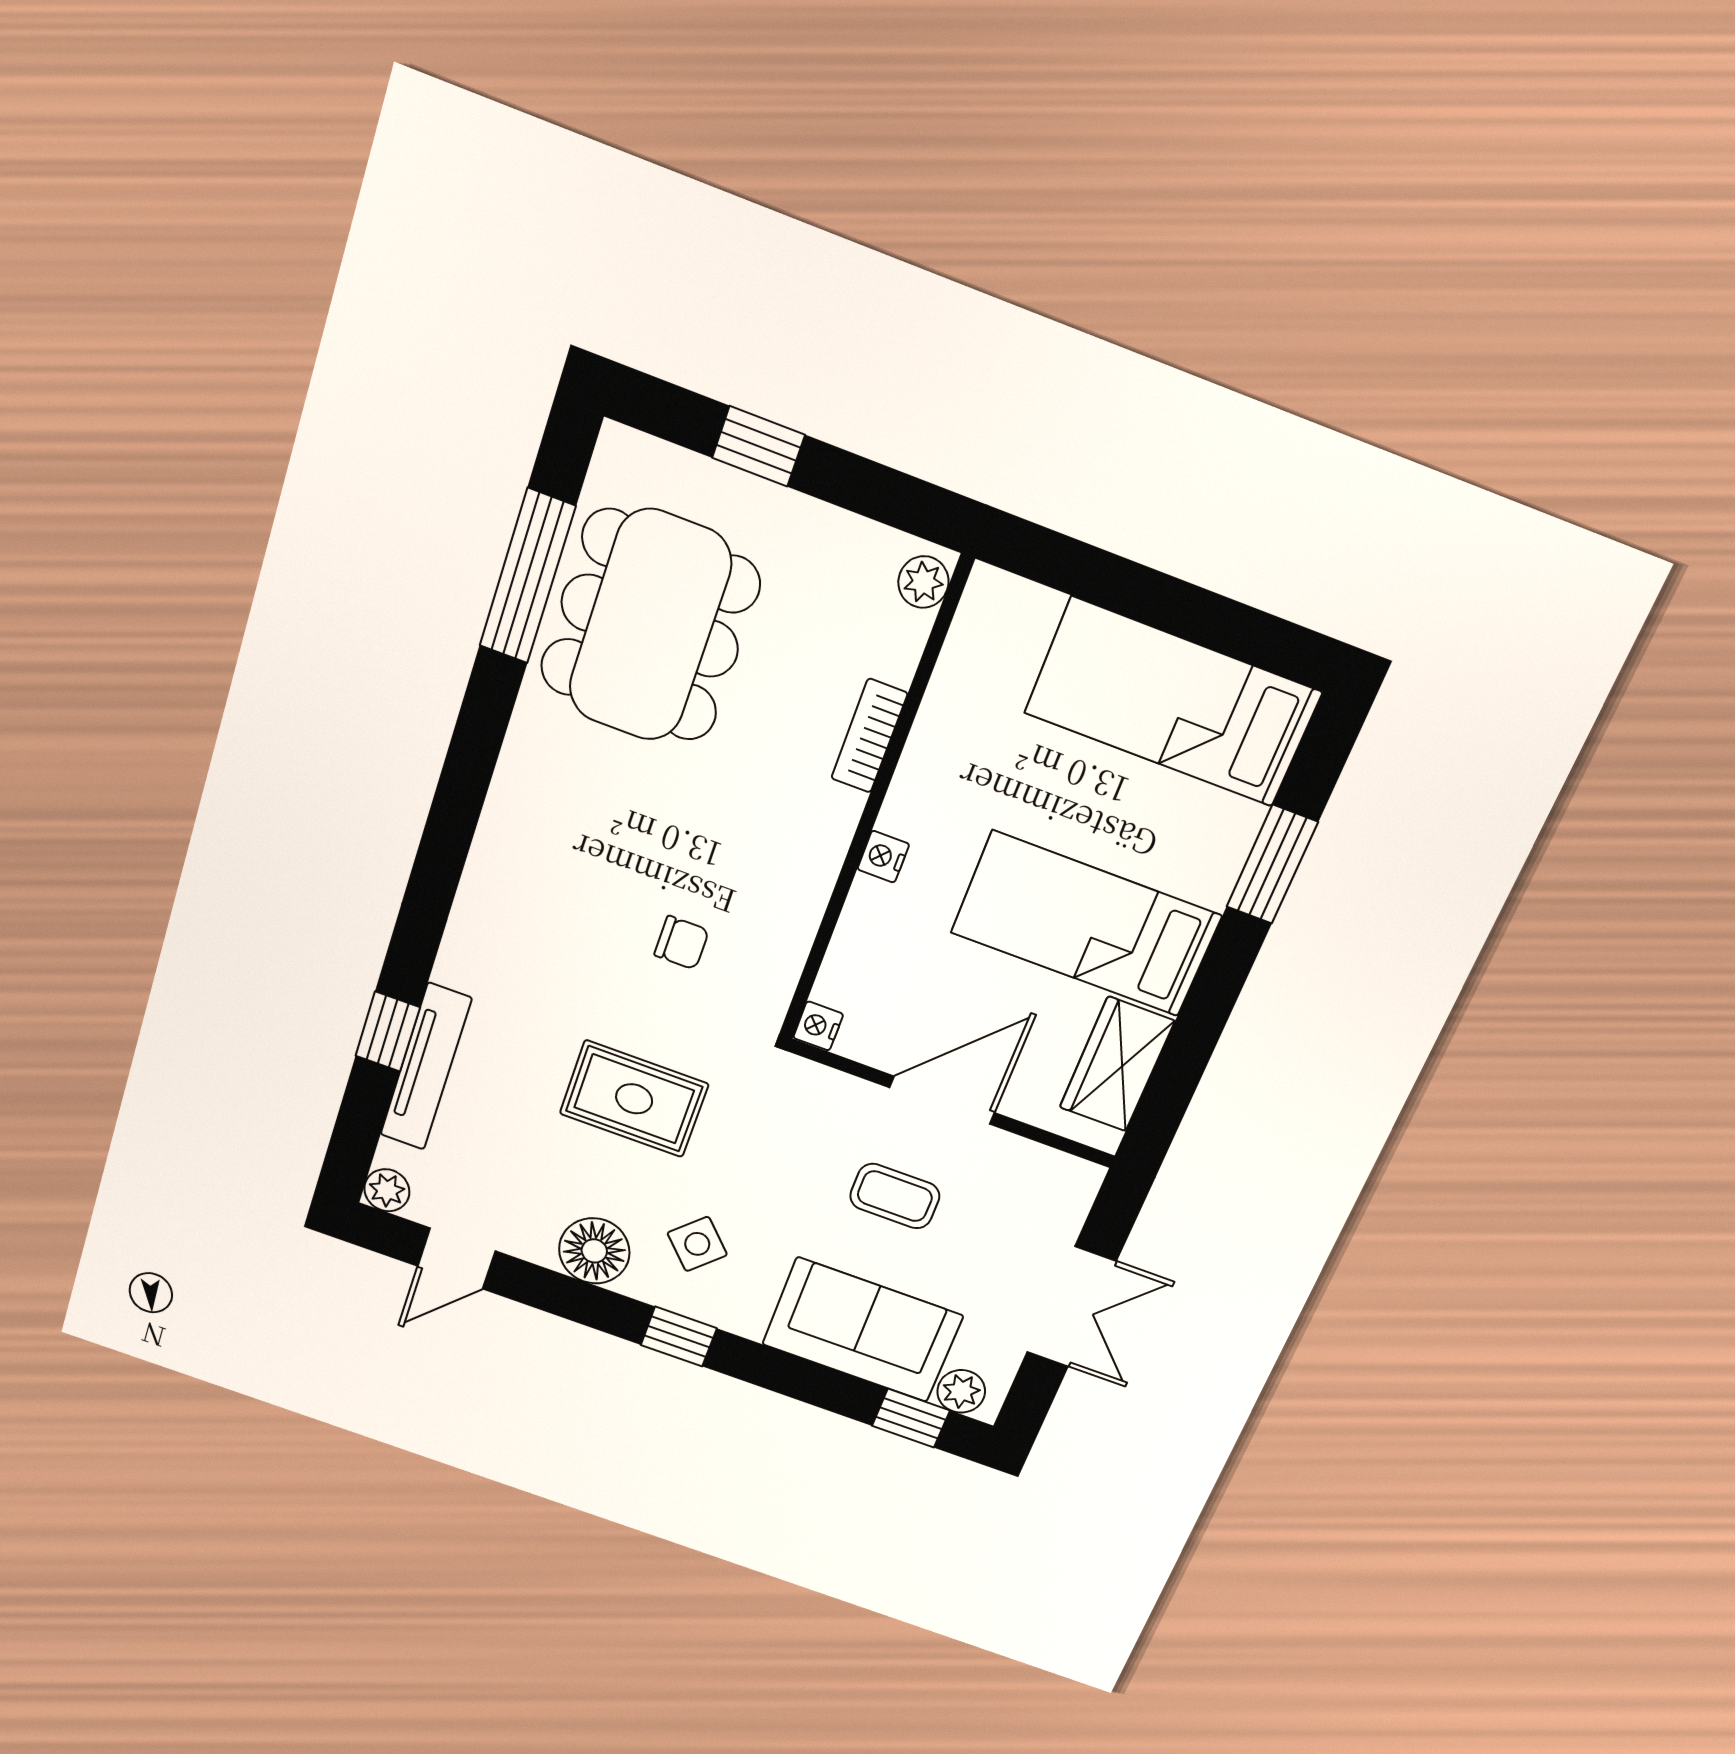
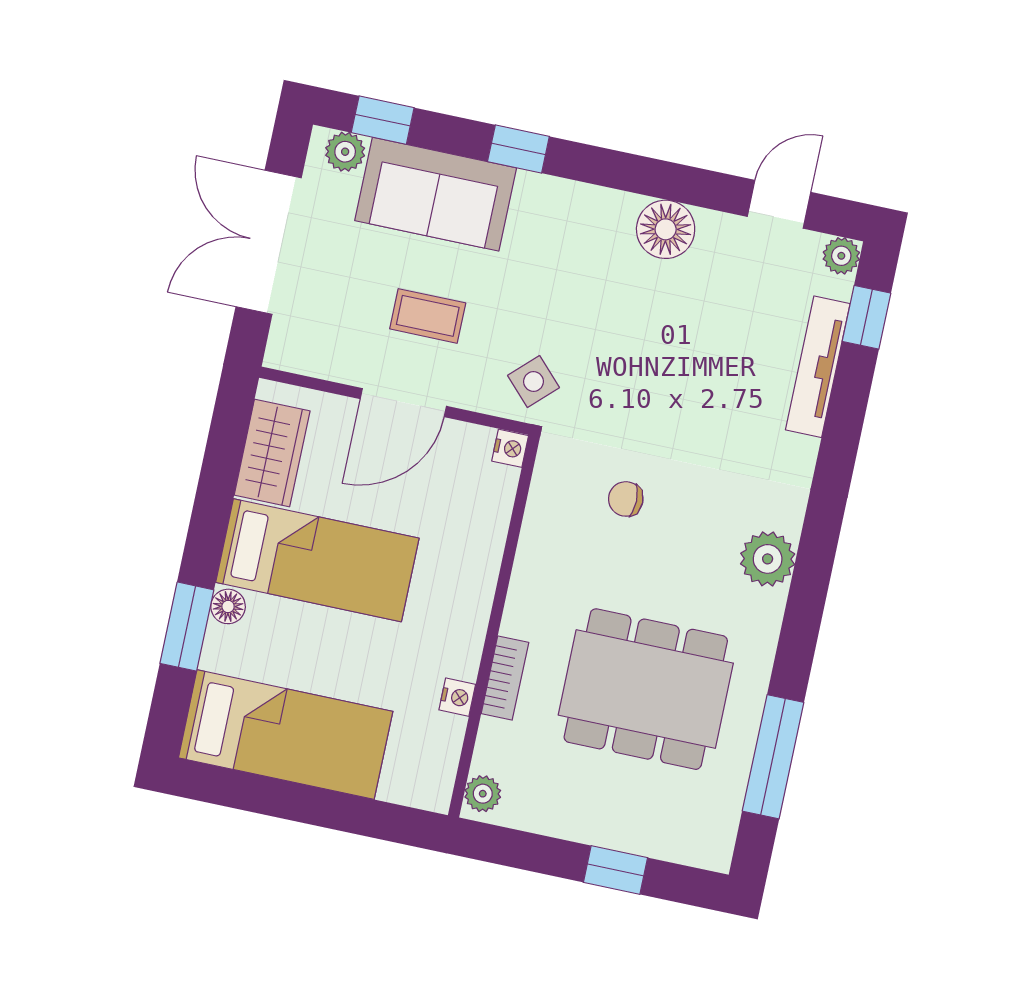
dining table: (650, 626) -> (646, 689), moved, turned 90
plant: (510, 841) -> (768, 559), added
nightstand: (883, 857) -> (457, 697), moved
floor lamp: (1213, 882) -> (228, 606), added
window: (388, 1032) -> (866, 317), moved
rug: (634, 1099) -> (648, 366), removed
side table: (697, 1244) -> (534, 382), moved
double door: (1071, 1307) -> (269, 242), width x1.37
window: (679, 1337) -> (518, 149), moved

